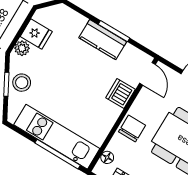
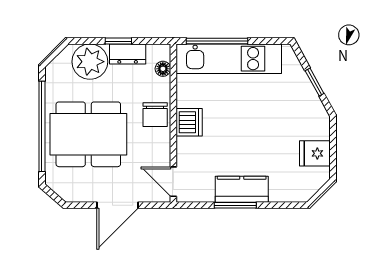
plant: (22, 48) -> (321, 129), removed
stool: (22, 83) -> (300, 93), removed
dishwasher: (121, 93) -> (189, 122), moved

